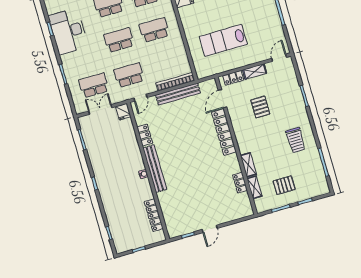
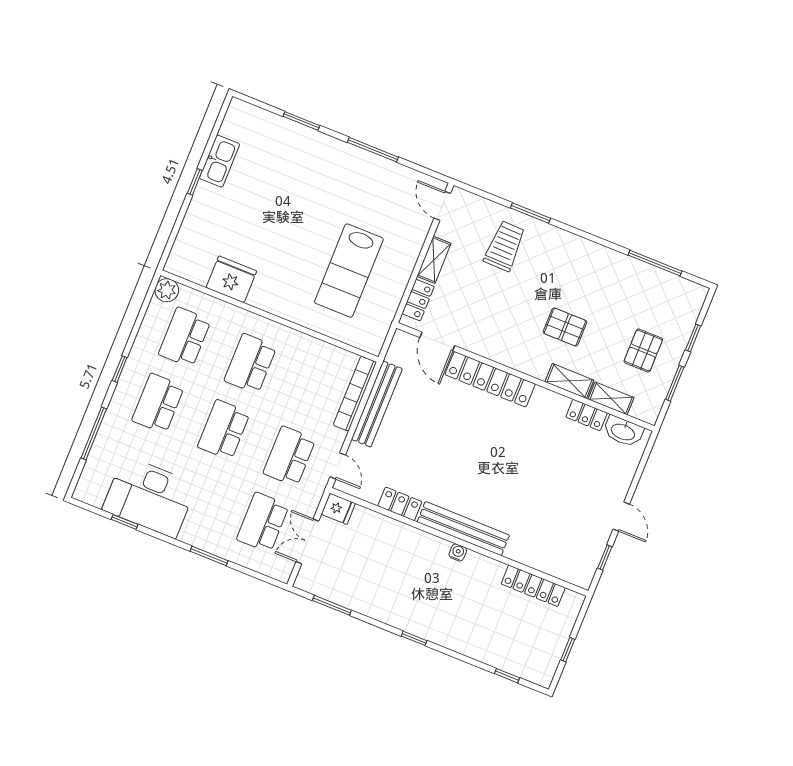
pallet: (260, 107) -> (565, 327), moved
trolley: (296, 140) -> (505, 246), moved, turned -89
washbasin: (245, 203) -> (623, 431), added

